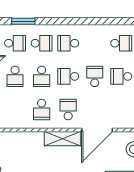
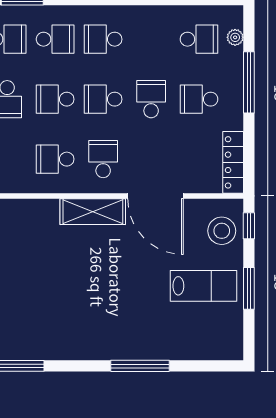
school desk: (42, 76) -> (55, 99), turned 90
school desk: (42, 110) -> (55, 159), turned 90
door: (97, 130) -> (156, 196), hinge flipped

